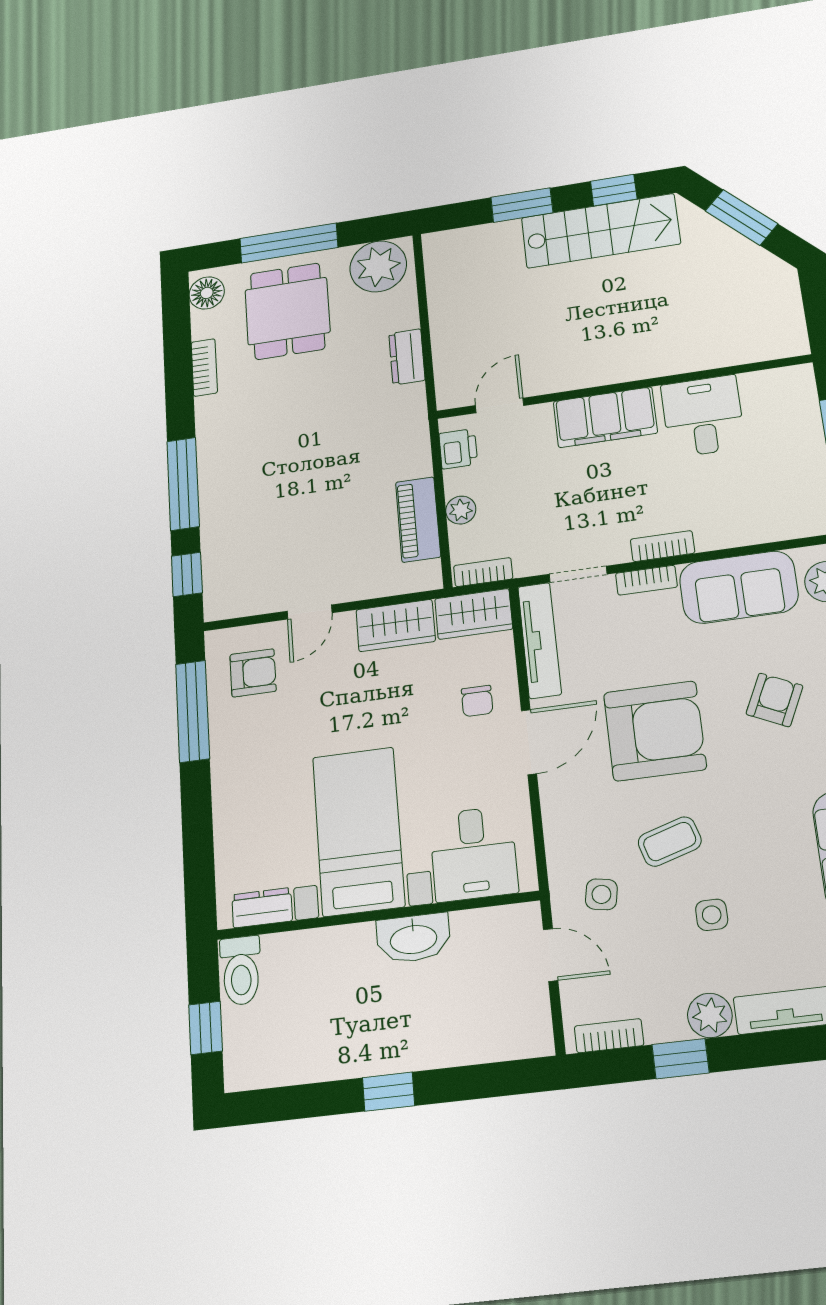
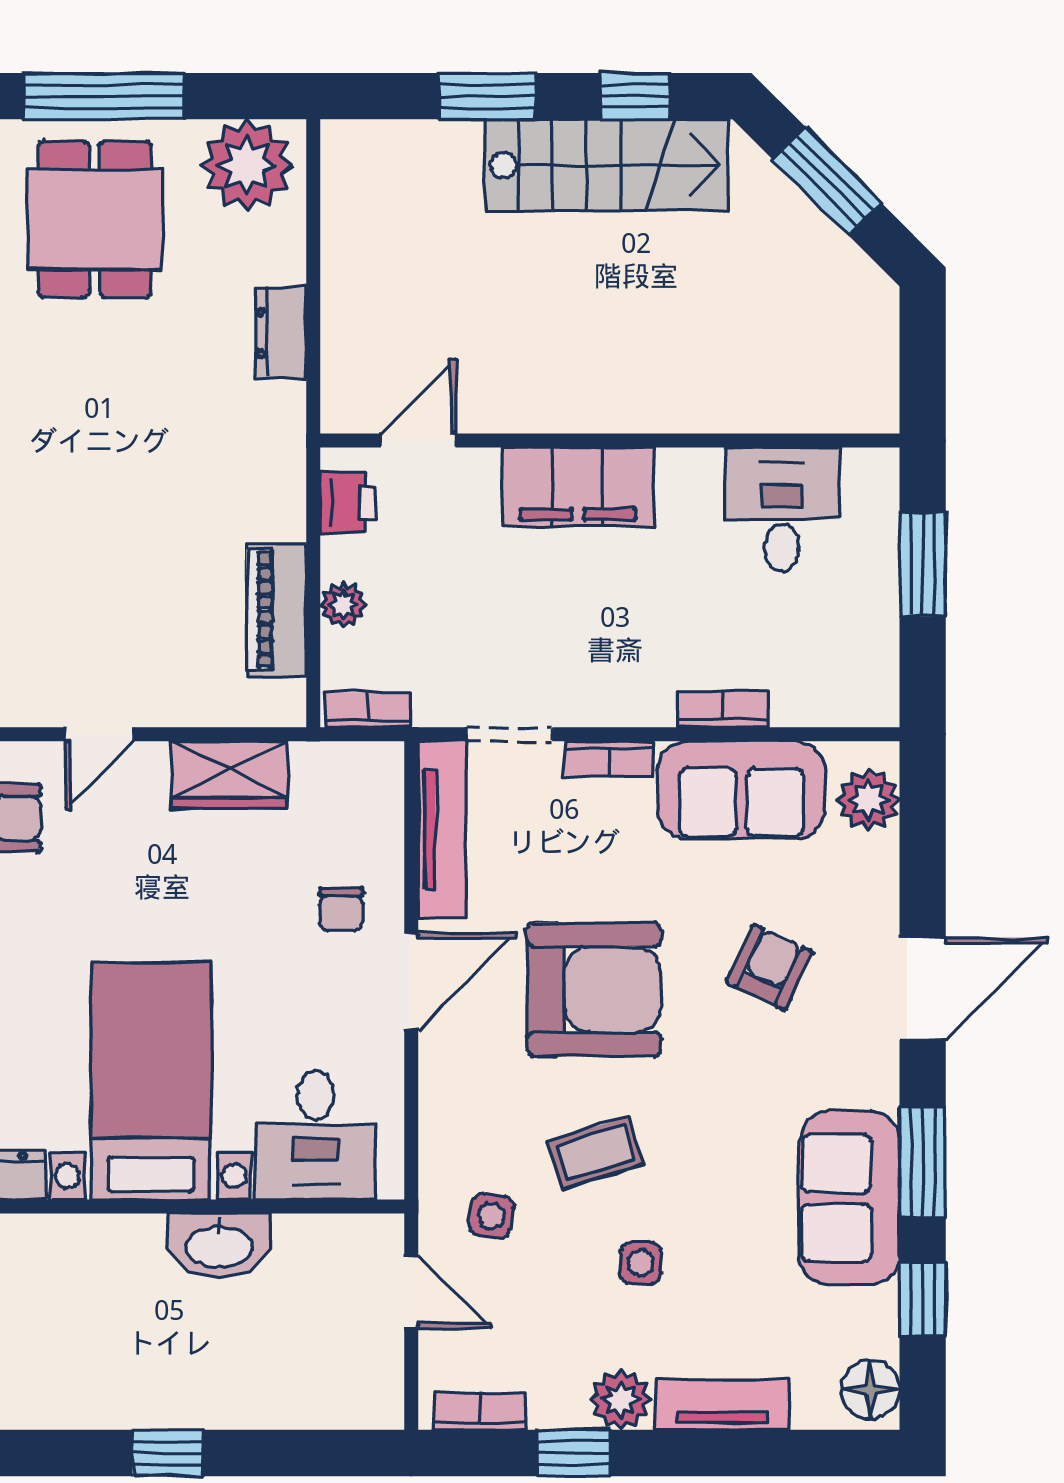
desk: (703, 416) -> (782, 509), moved
bookcase: (662, 546) -> (723, 709), moved
wardrobe: (474, 614) -> (348, 774), removed

